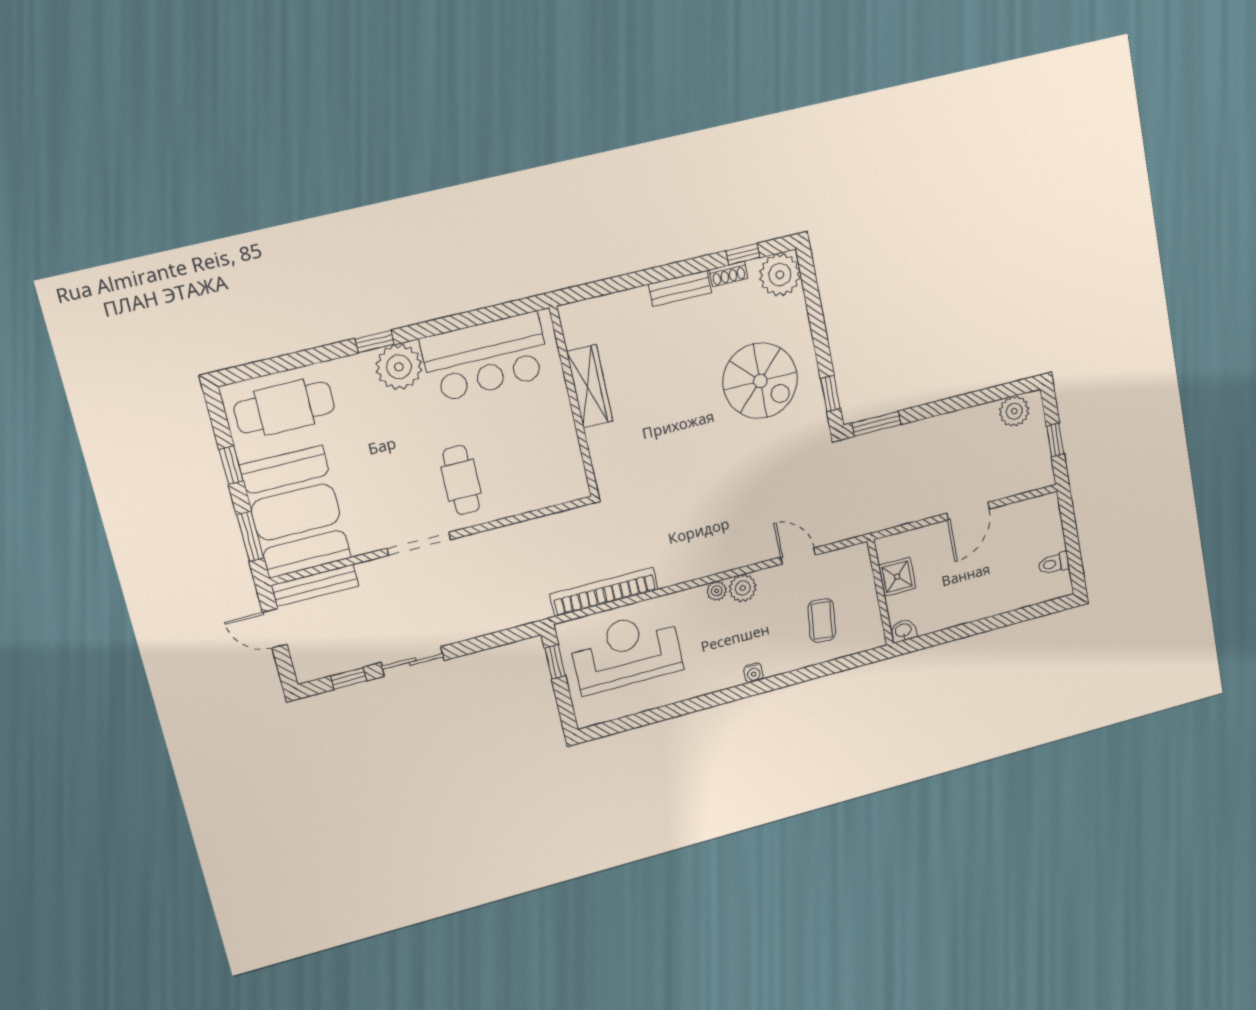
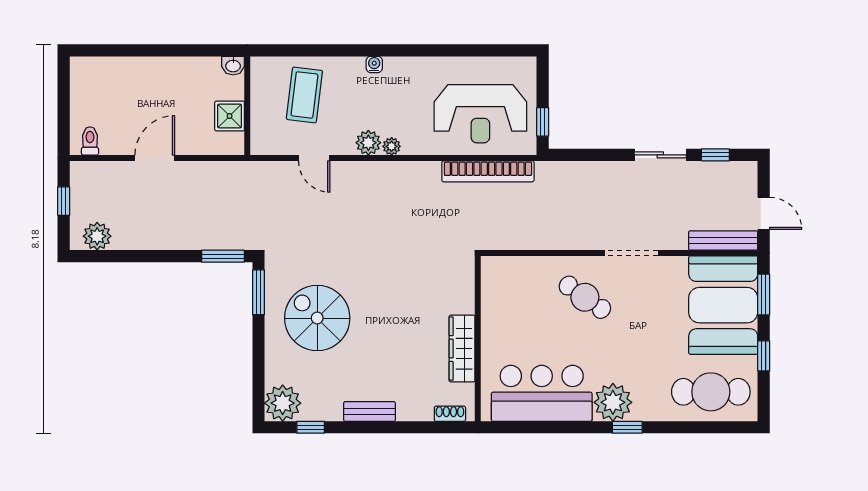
shoe rack: (729, 274) -> (450, 414), moved
window: (830, 393) -> (258, 292), width x1.50
cafe table: (461, 480) -> (585, 297), turned -55
toilet: (1054, 563) -> (90, 141), moved, turned -90
coffee table: (822, 620) -> (304, 95), width x1.36, depth x1.30

